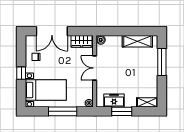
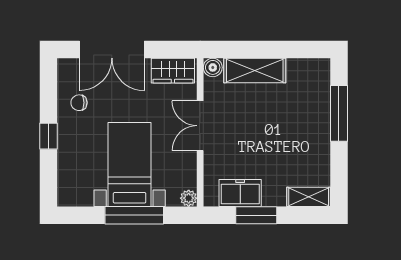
shelving: (137, 41) -> (255, 70), moved
bed with nightstands: (46, 90) -> (130, 165), moved, turned -90

